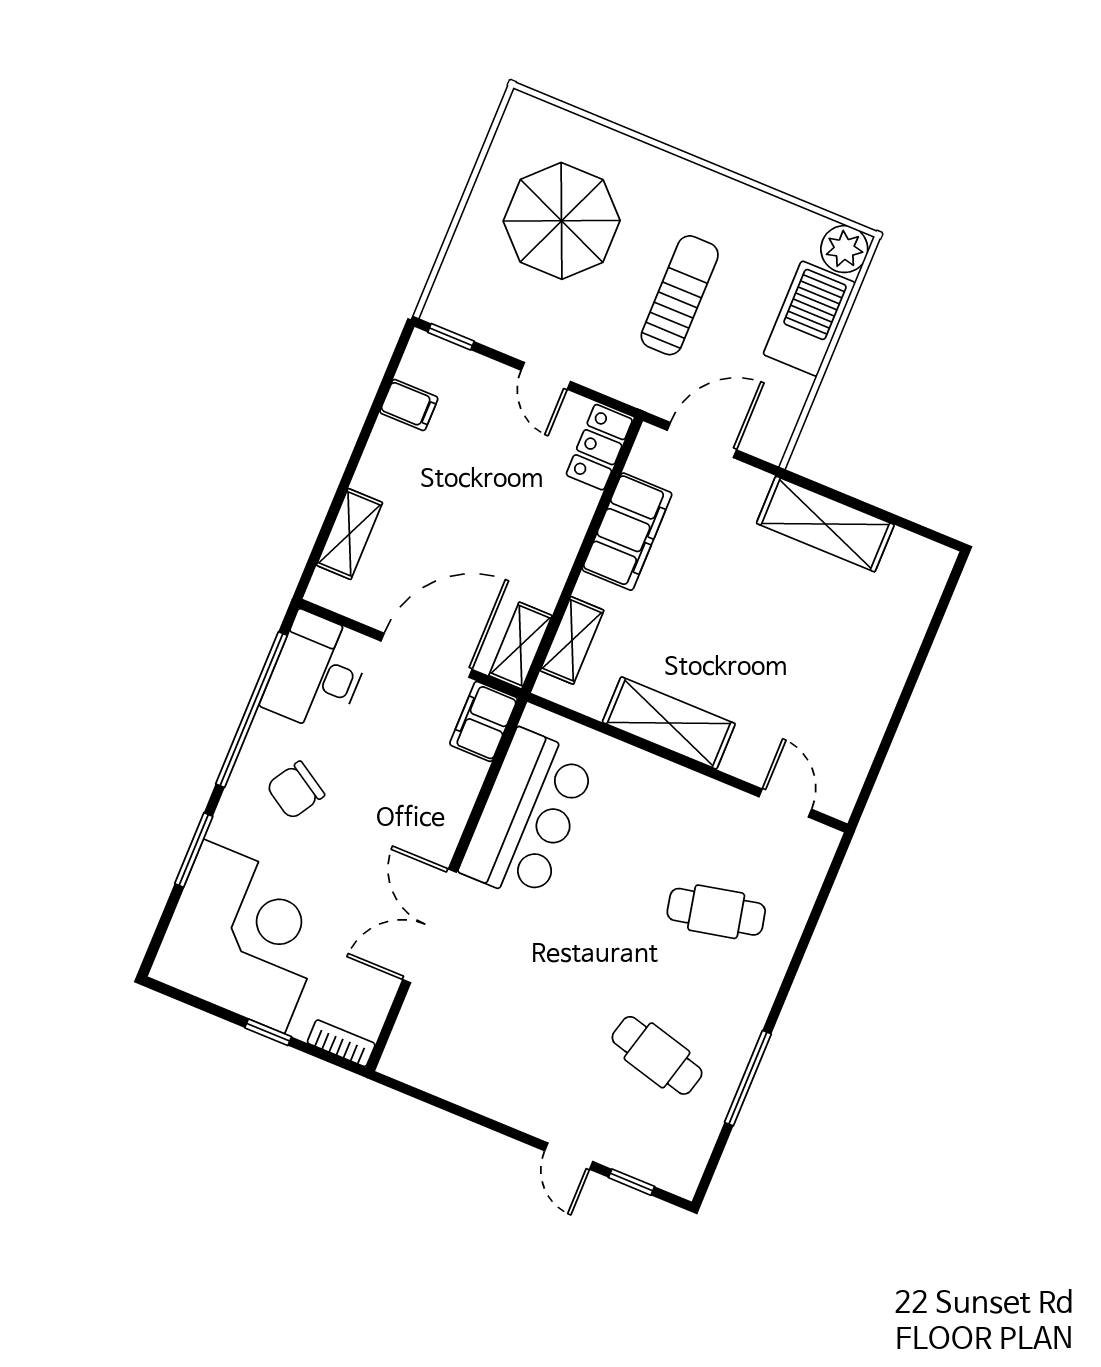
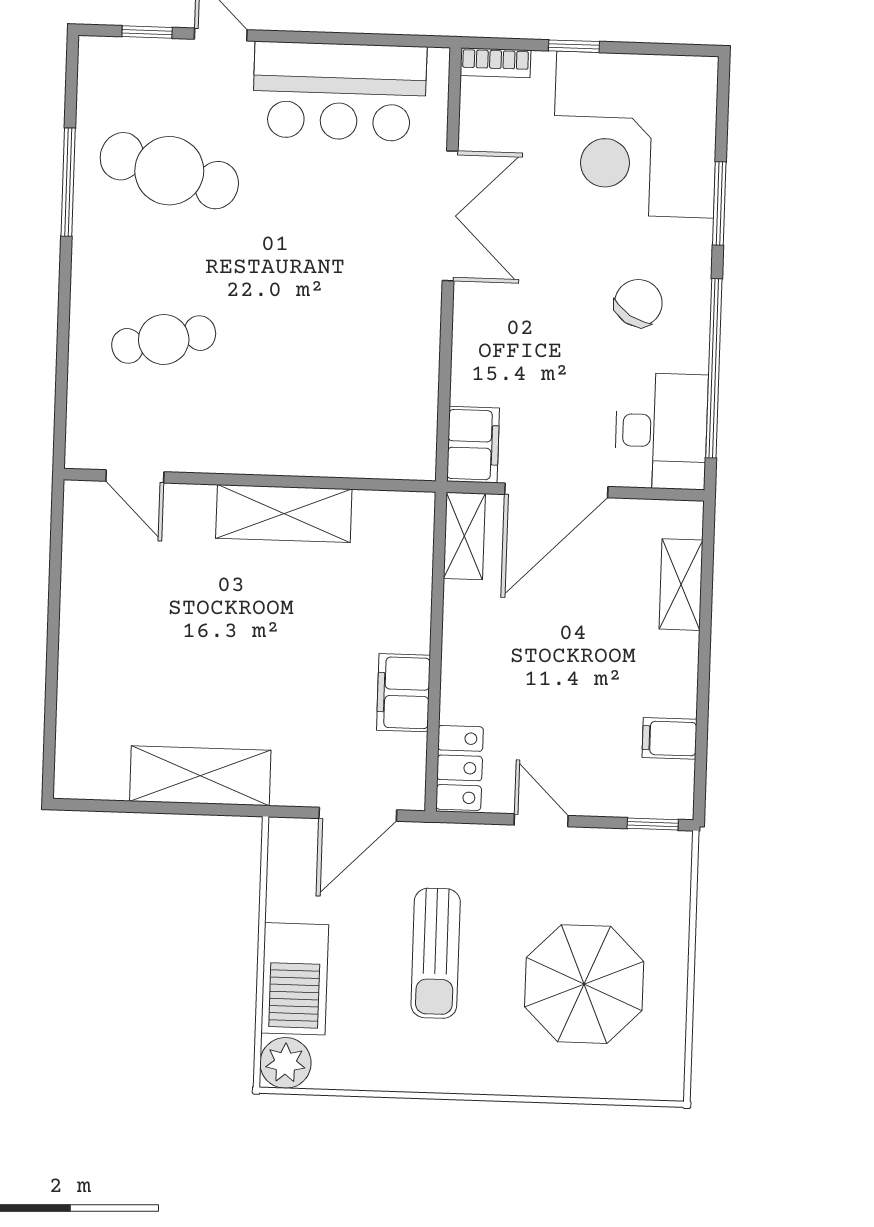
filing cabinet: (627, 532) -> (403, 693), width x0.67, depth x0.86
shelving: (572, 640) -> (414, 561), removed
bar counter: (528, 815) -> (340, 91), moved, turned -90
cafe table: (657, 1055) -> (169, 171), width x1.37, depth x1.35

